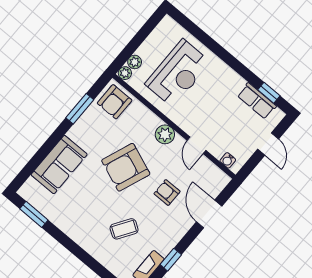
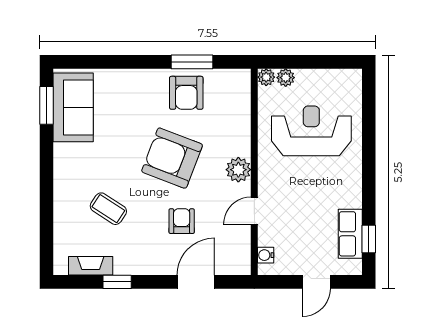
reception desk: (178, 73) -> (311, 131), turned 180
armchair: (115, 102) -> (186, 93), moved, turned -90
sofa: (59, 165) -> (73, 107), moved, turned -90

